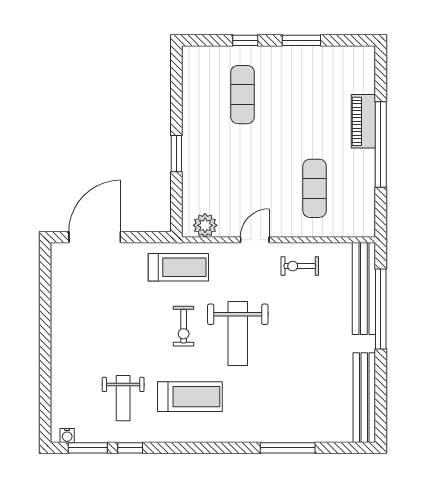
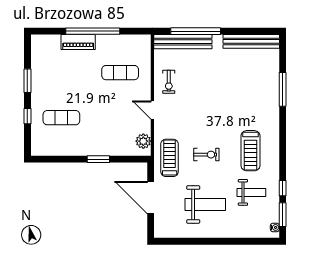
door: (95, 237) -> (151, 198), moved
weight bench: (238, 334) -> (205, 205), moved
treadmill: (190, 397) -> (251, 151), turned 180

